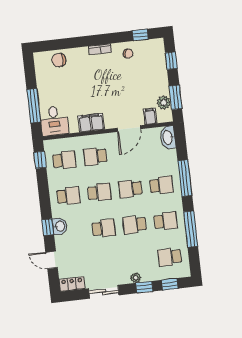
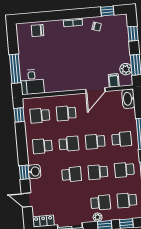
filing cabinet: (91, 123) -> (63, 84), removed
school desk: (64, 160) -> (40, 116), turned 180
school desk: (68, 196) -> (42, 146), turned 180
school desk: (166, 221) -> (124, 170), turned 180
school desk: (139, 261) -> (101, 203), added

